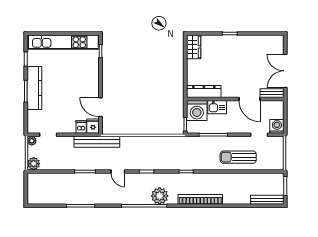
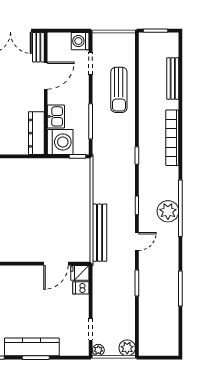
bench: (97, 142) -> (100, 233), moved
plant: (160, 196) -> (168, 211), moved
bench: (267, 200) -> (173, 78), moved

